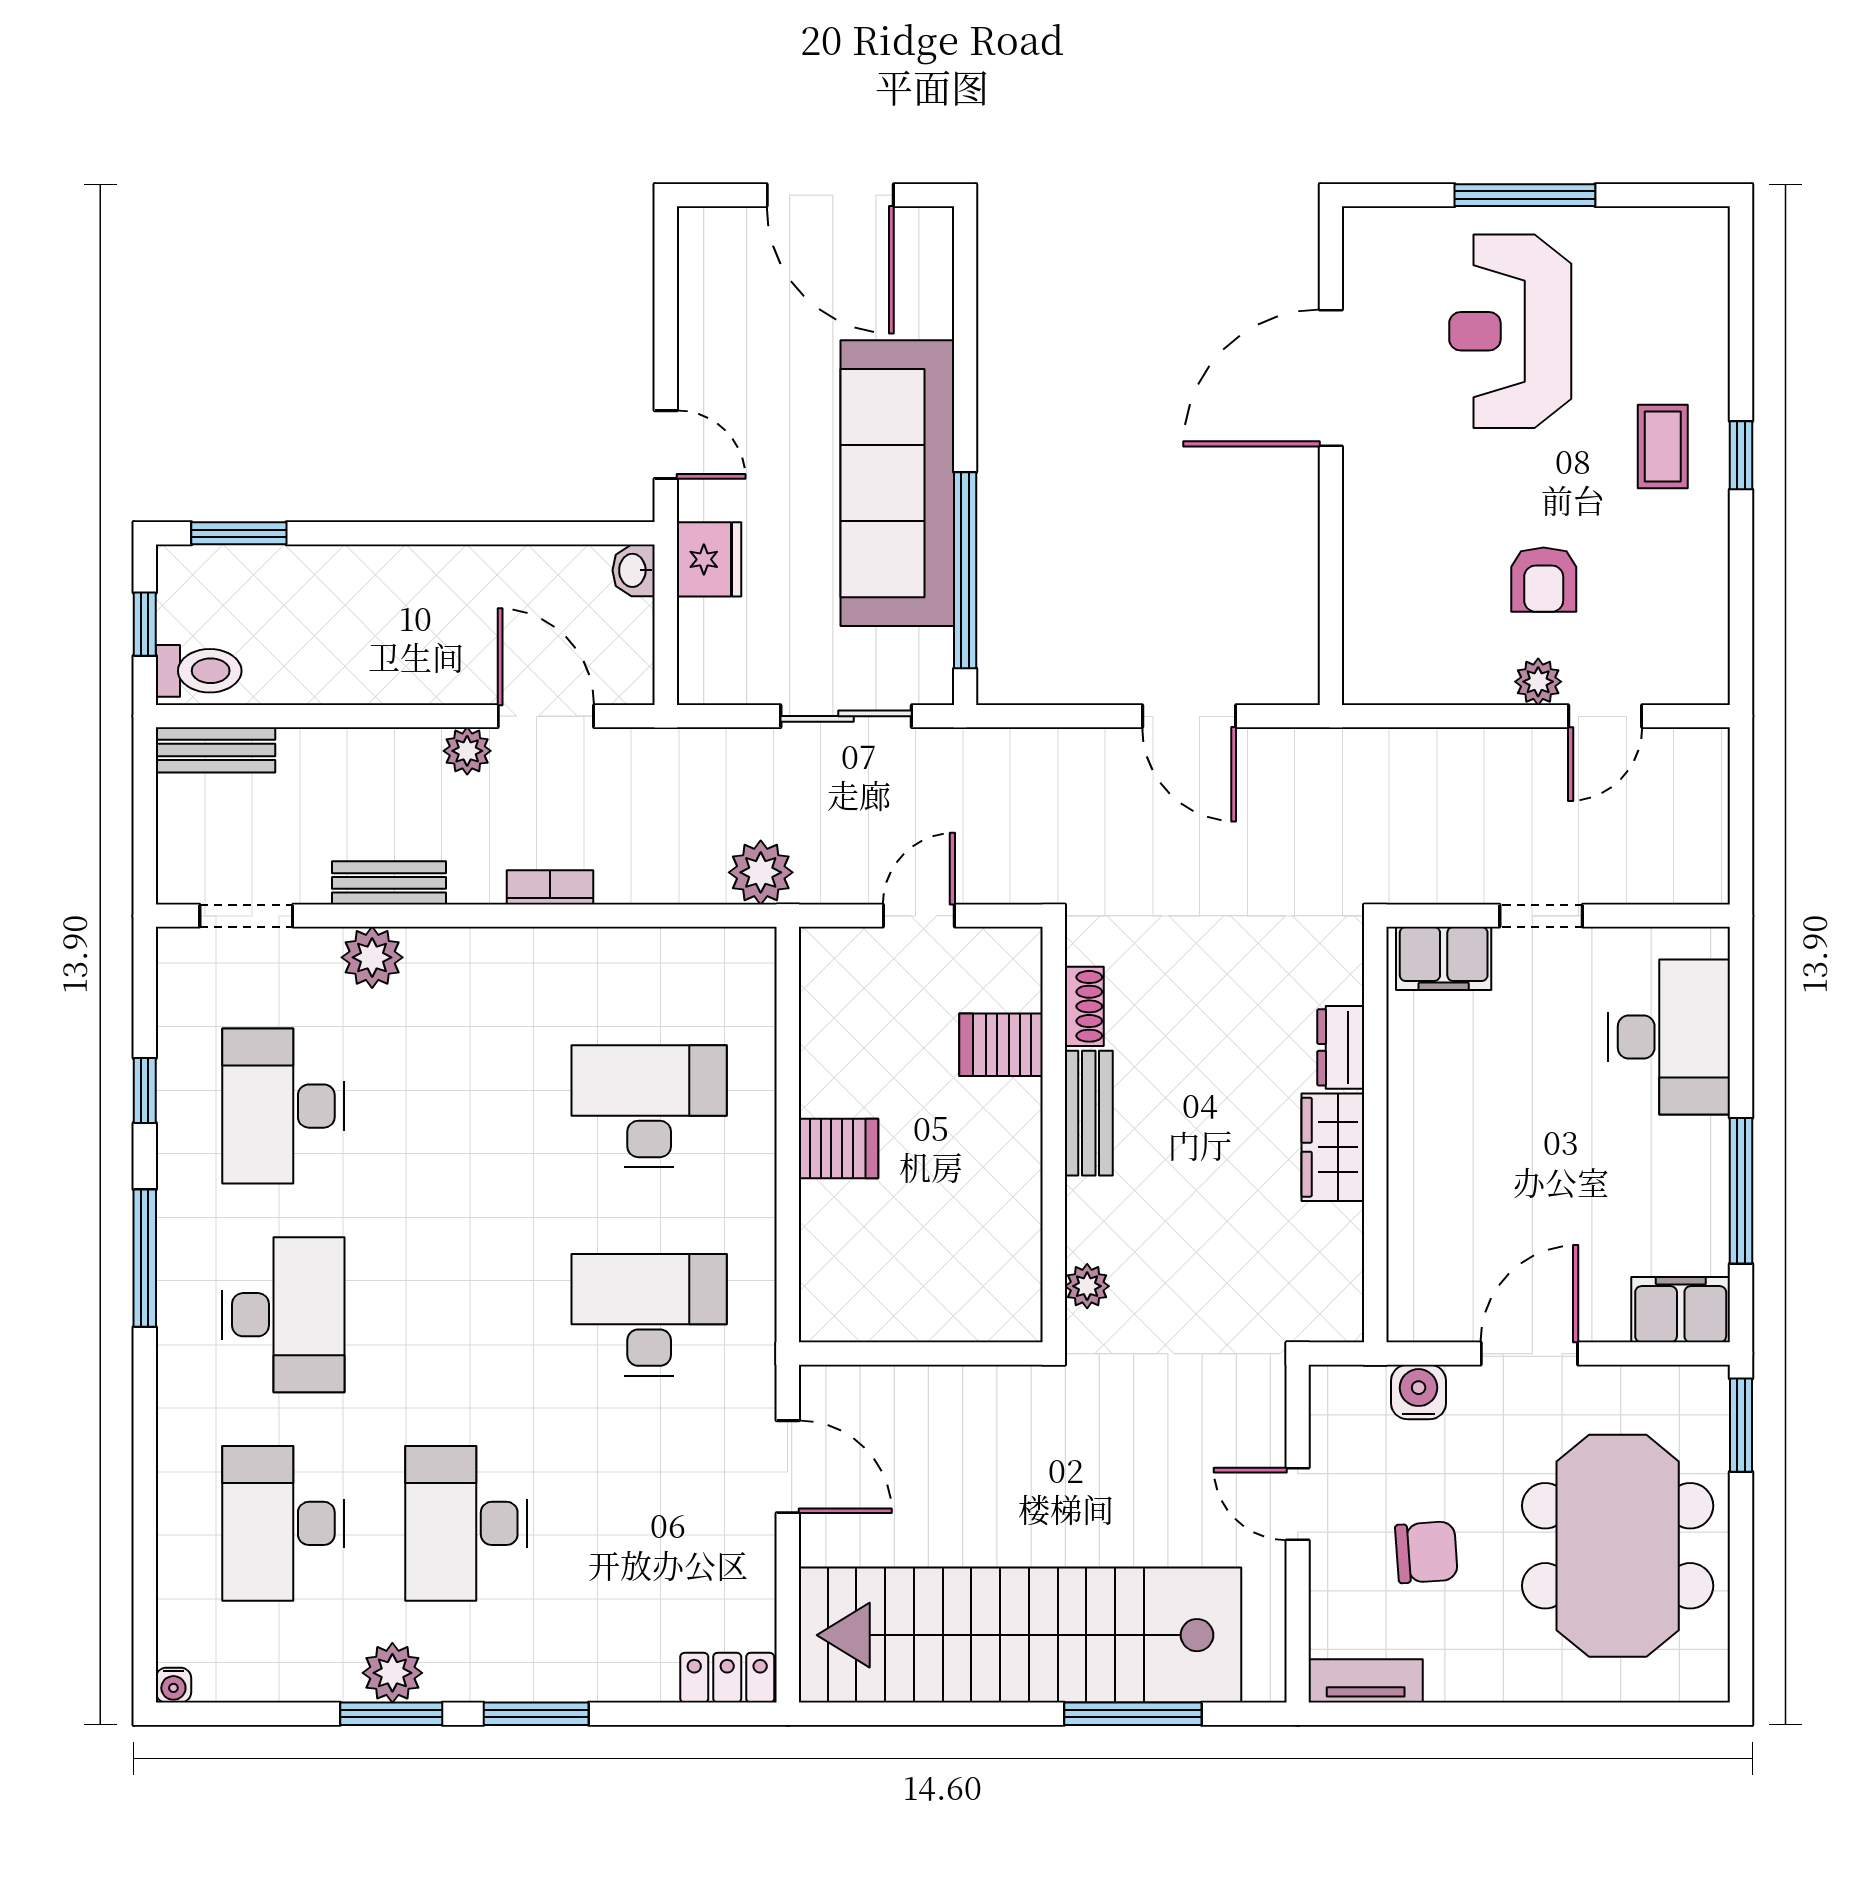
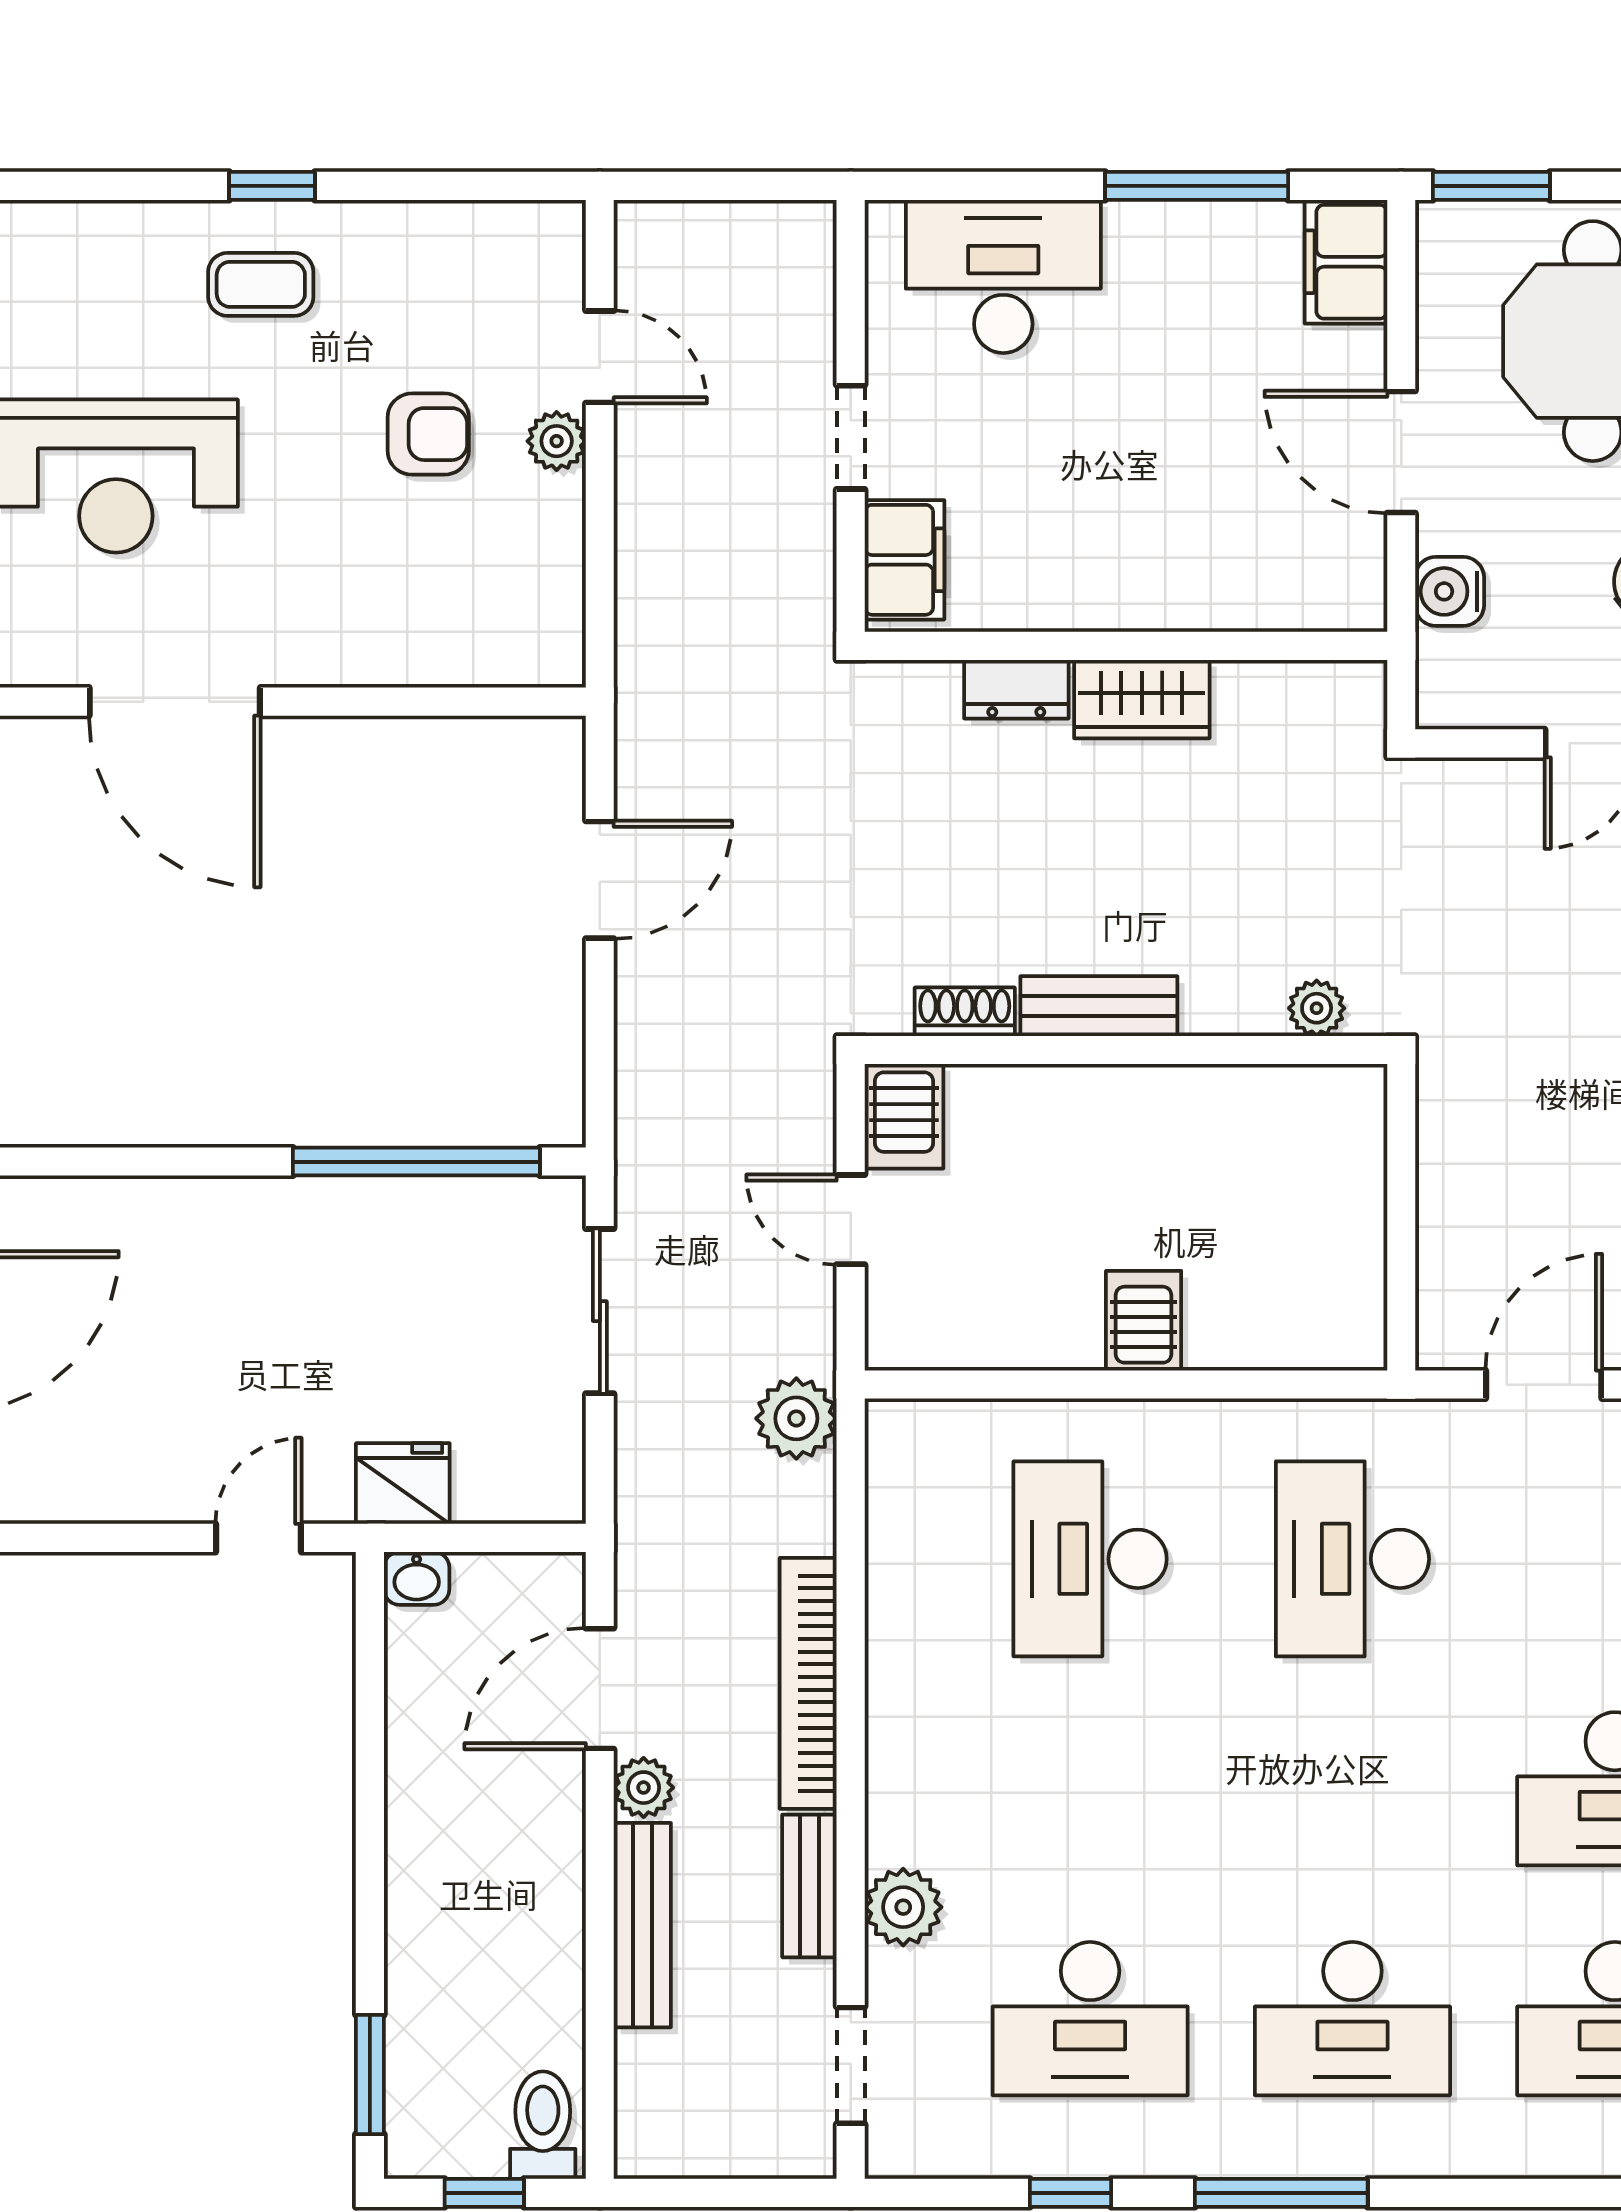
sofa: (897, 483) -> (307, 1247), removed
bench: (215, 750) -> (642, 1925), moved, width x1.36
bookcase: (550, 887) -> (808, 1683), width x2.31, depth x1.31
server rack: (1001, 1045) -> (904, 1116), moved
desk: (283, 1315) -> (1352, 2019), turned 180

